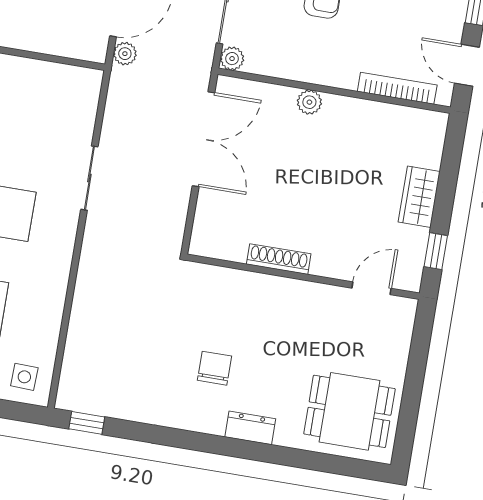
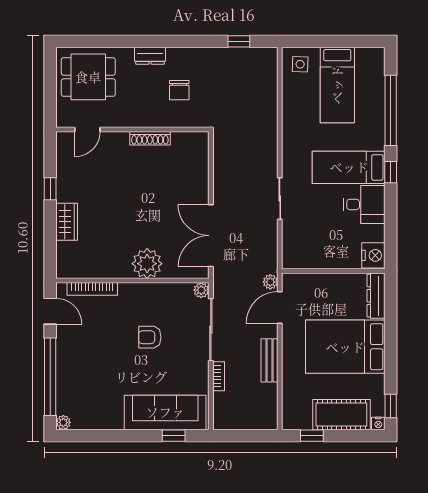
plant: (309, 102) -> (147, 264), width x1.87, depth x1.87
shoe rack: (279, 259) -> (150, 138), moved
wall: (303, 277) -> (132, 129), moved
door: (372, 288) -> (87, 129), moved
window: (87, 423) -> (239, 41), moved

